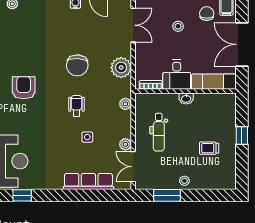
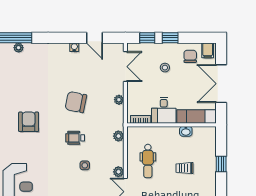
chair: (77, 65) -> (76, 102), turned 98
plant: (121, 68) -> (119, 100), width x0.53, depth x0.53
washbasin: (186, 98) -> (186, 131), moved
wheelchair: (76, 106) -> (75, 138), turned -90
trolley: (209, 148) -> (185, 168), moved

